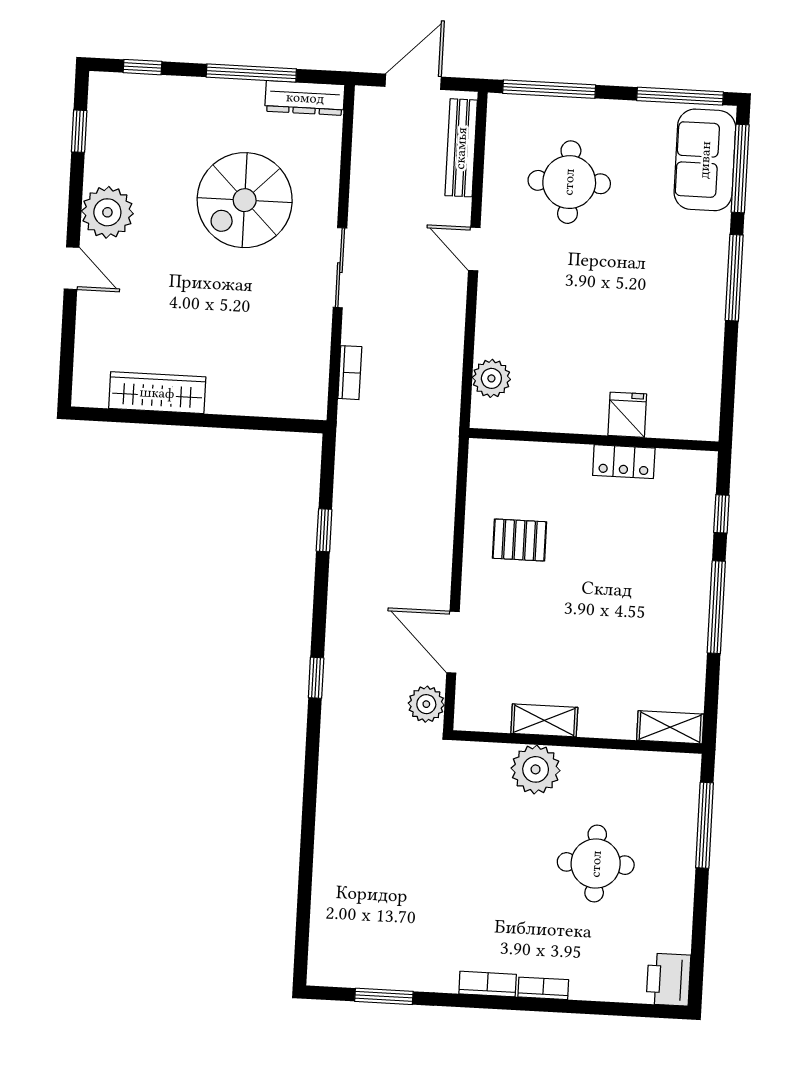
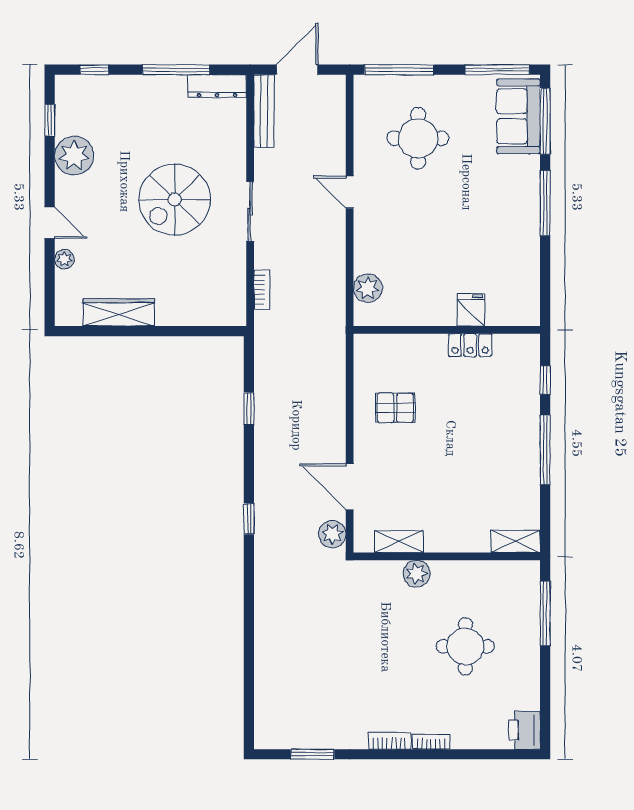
bench: (461, 148) -> (264, 111), moved
spiral stairs: (245, 200) -> (175, 200), moved
plant: (107, 212) -> (74, 156), moved
plant: (89, 318) -> (64, 259), added
shelving: (544, 720) -> (399, 542), moved
plant: (536, 769) -> (417, 574), width x0.73, depth x0.73

